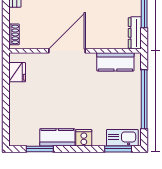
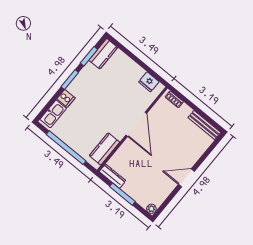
kitchen counter: (57, 137) -> (103, 54), moved
cooker: (84, 138) -> (66, 98), moved
window: (118, 149) -> (70, 80), moved

